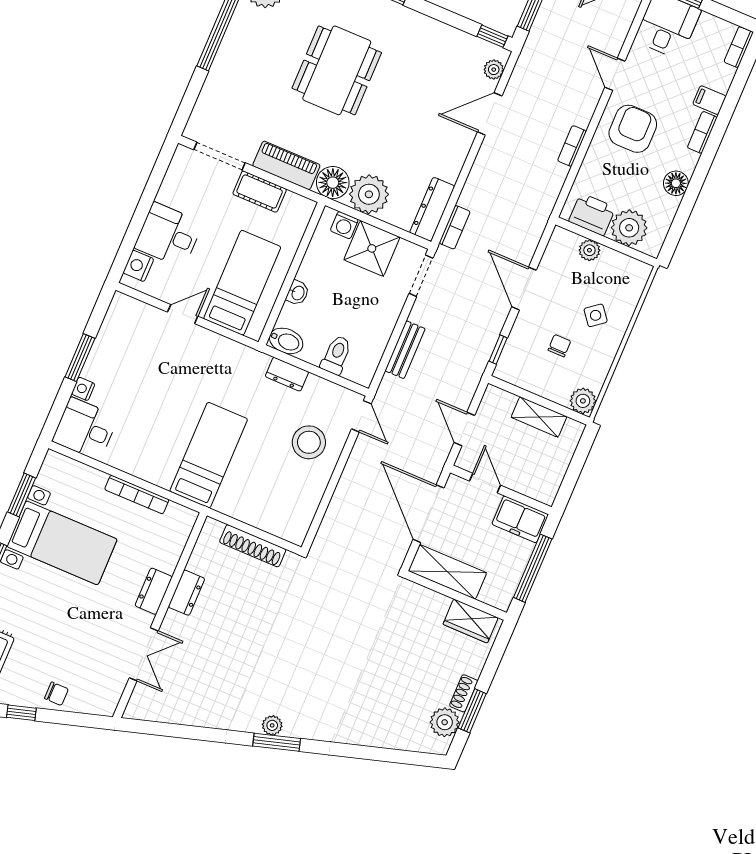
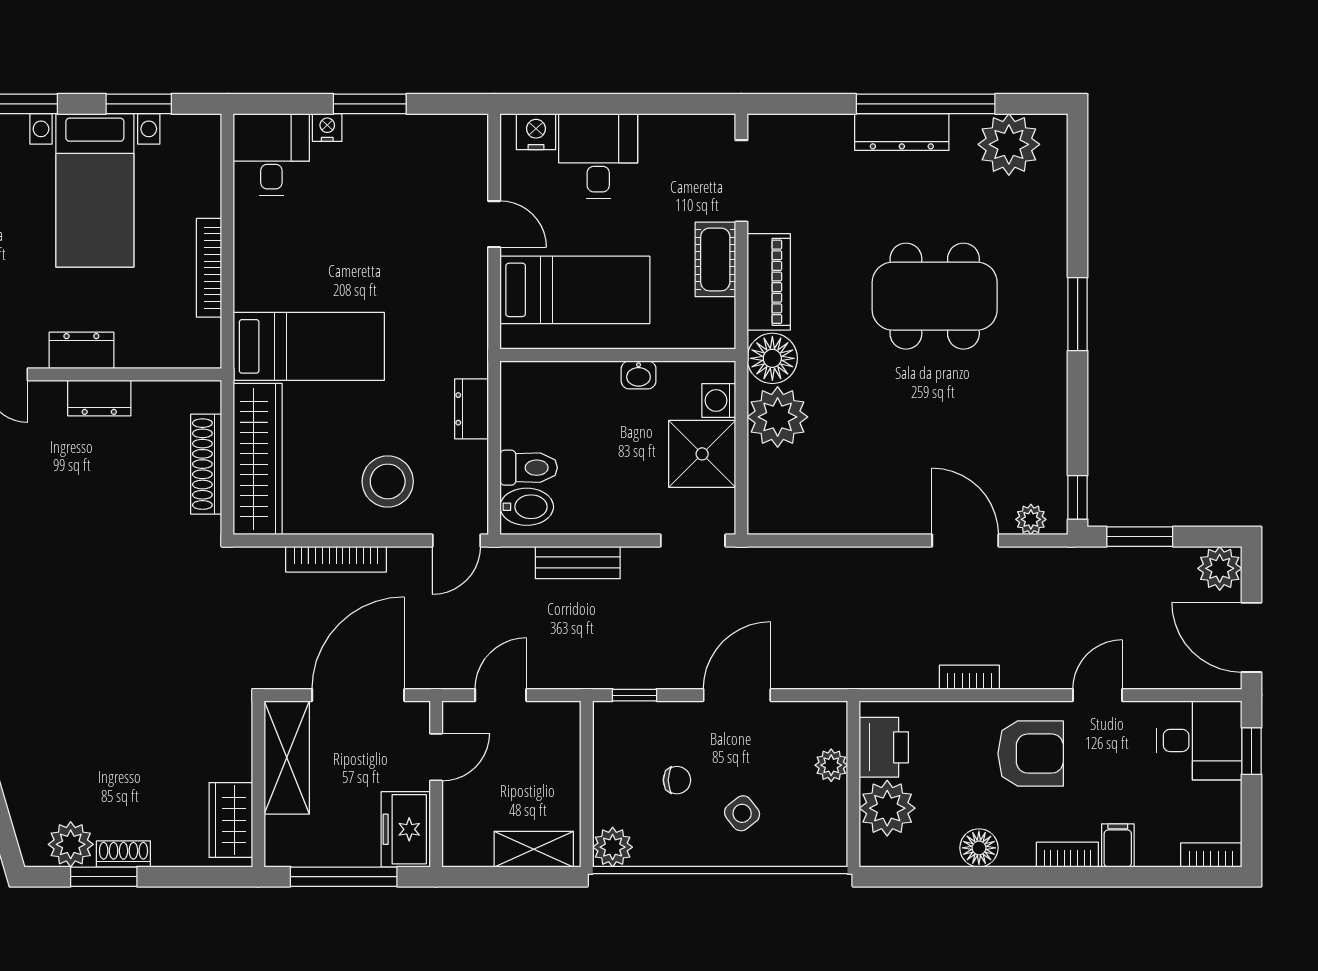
dresser: (432, 209) -> (902, 132), moved, turned 180
bookcase: (455, 227) -> (336, 559), moved, width x1.56
washbasin: (298, 293) -> (639, 375), moved
bidet: (286, 341) -> (527, 507), moved, turned -90
shelving: (539, 417) -> (534, 849), moved, turned 90
wardrobe: (263, 514) -> (258, 459), added

